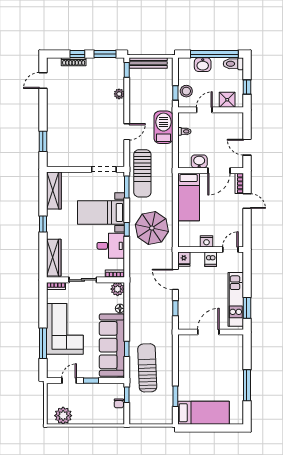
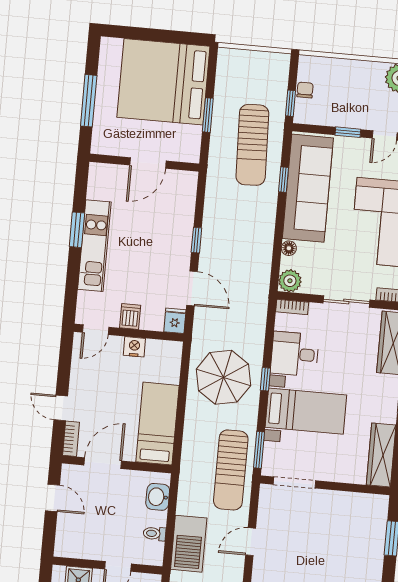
washbasin: (199, 161) -> (158, 497), moved, turned 90
sun lounger: (142, 173) -> (231, 470), turned 180
door: (208, 332) -> (148, 163), moved
wall: (211, 332) -> (144, 163), moved
window: (175, 396) -> (208, 115), moved
bed: (204, 413) -> (163, 82), width x2.04

